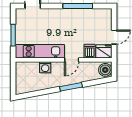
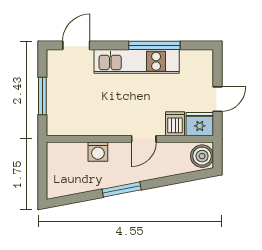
kitchen unit: (40, 51) -> (137, 61), moved, turned 180
window: (71, 87) -> (122, 190), moved

